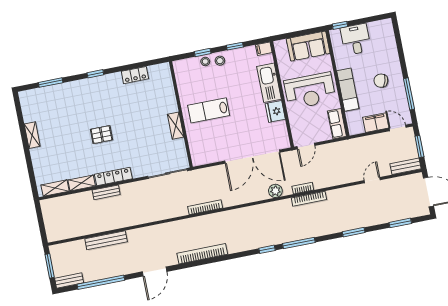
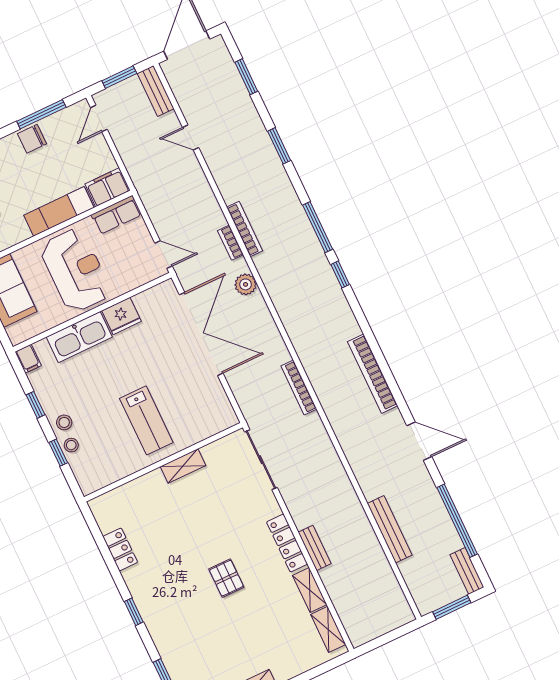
chair: (381, 81) -> (32, 139), moved, turned 73
filing cabinet: (376, 123) -> (107, 187), moved, turned 90

